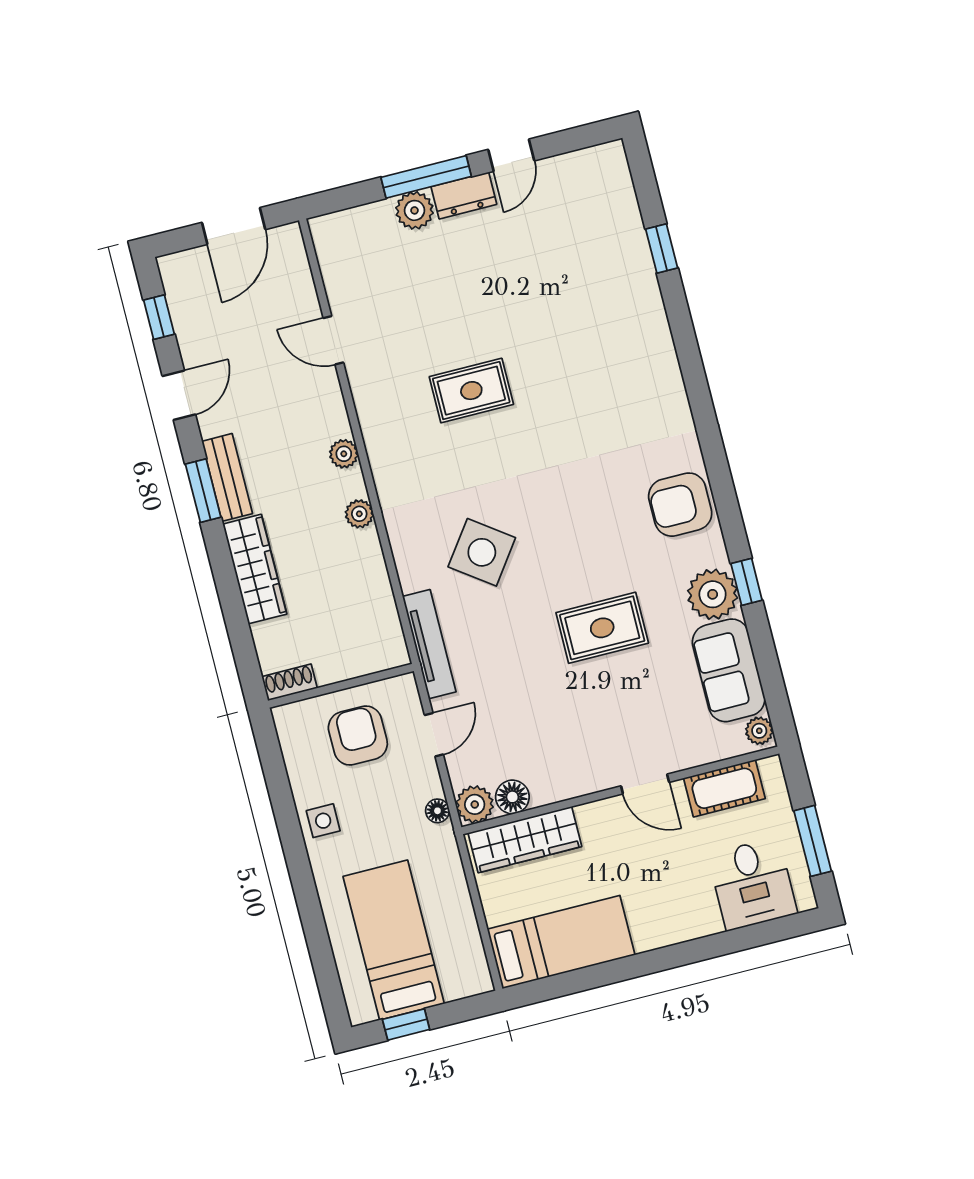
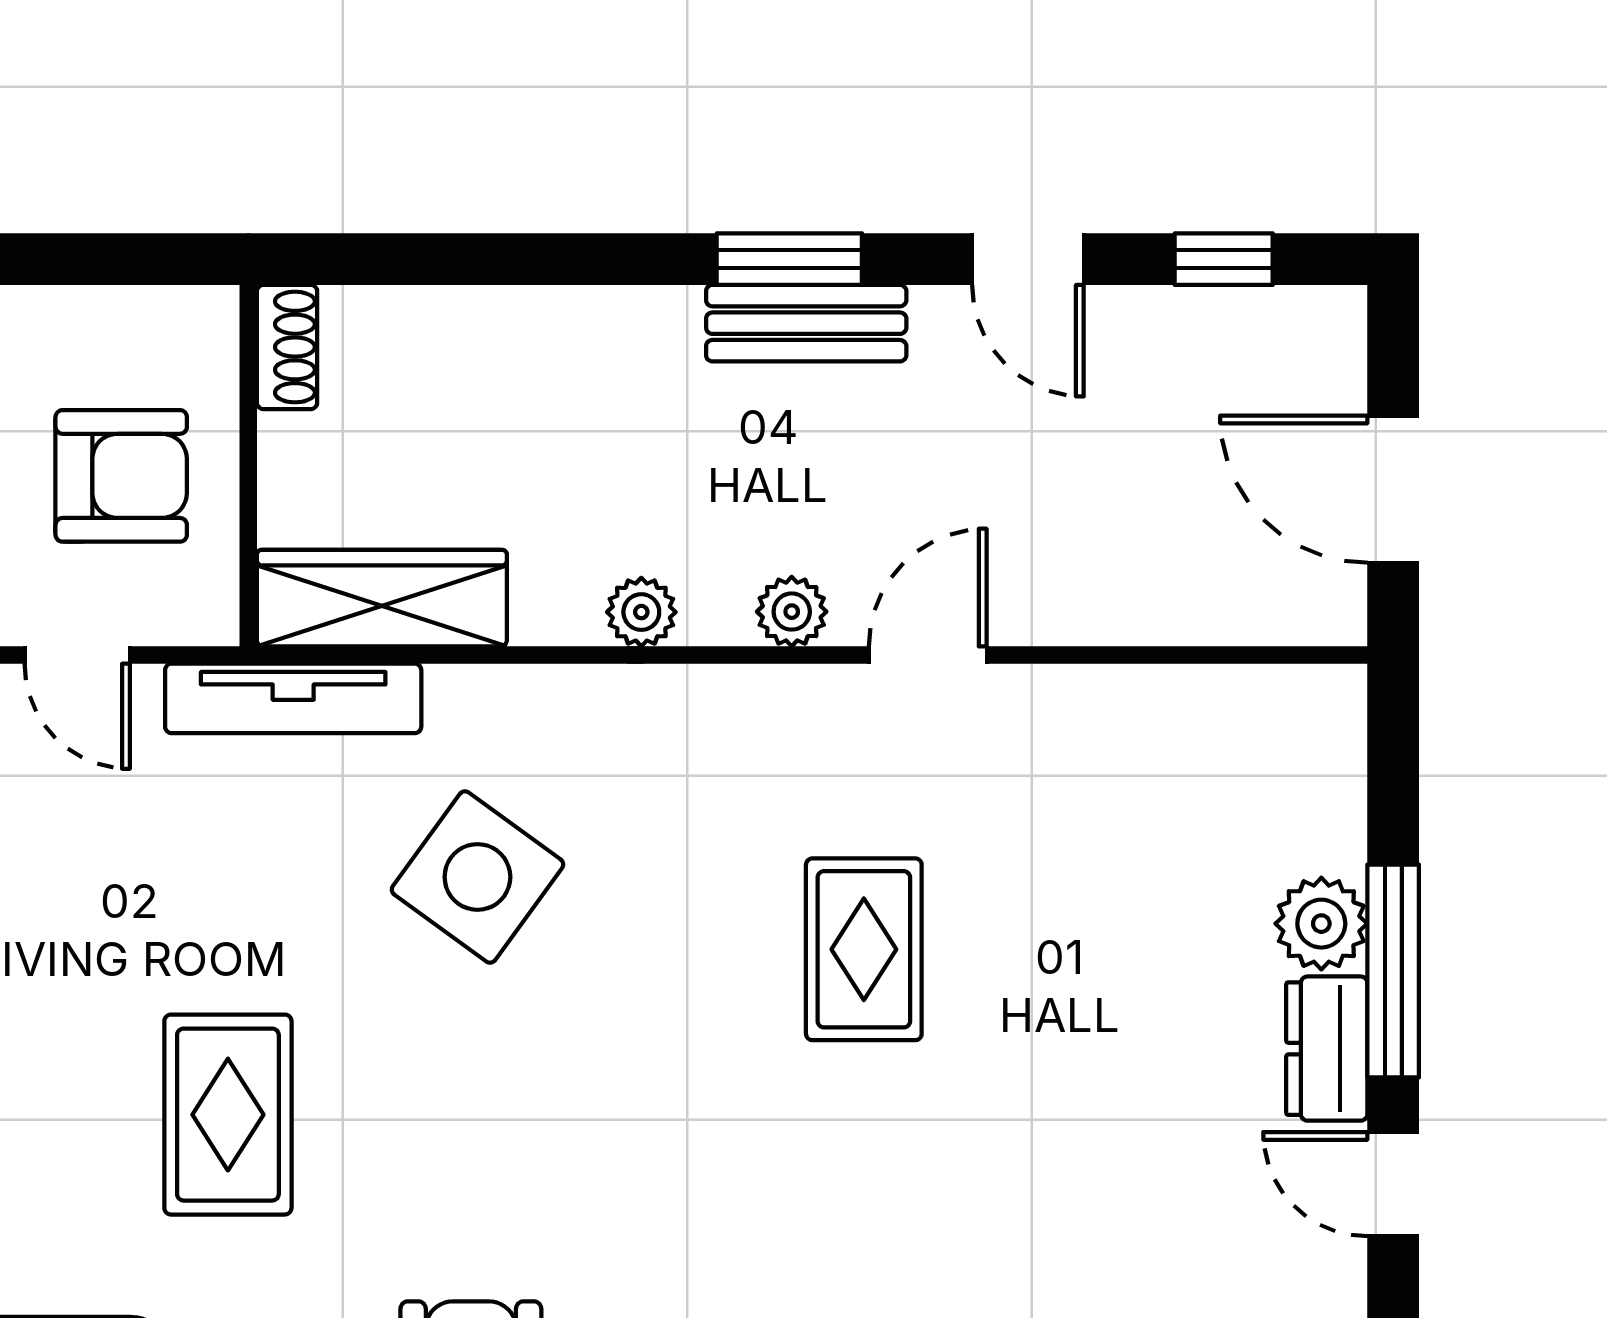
door: (333, 340) -> (928, 655), moved
wardrobe: (255, 569) -> (382, 598), moved, turned 180

